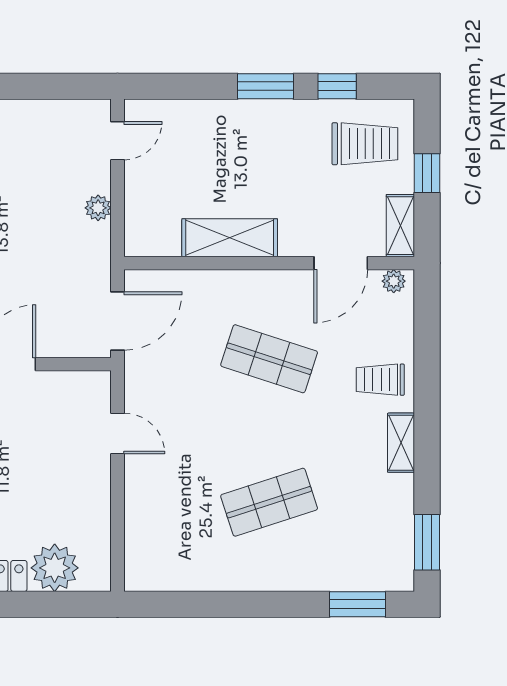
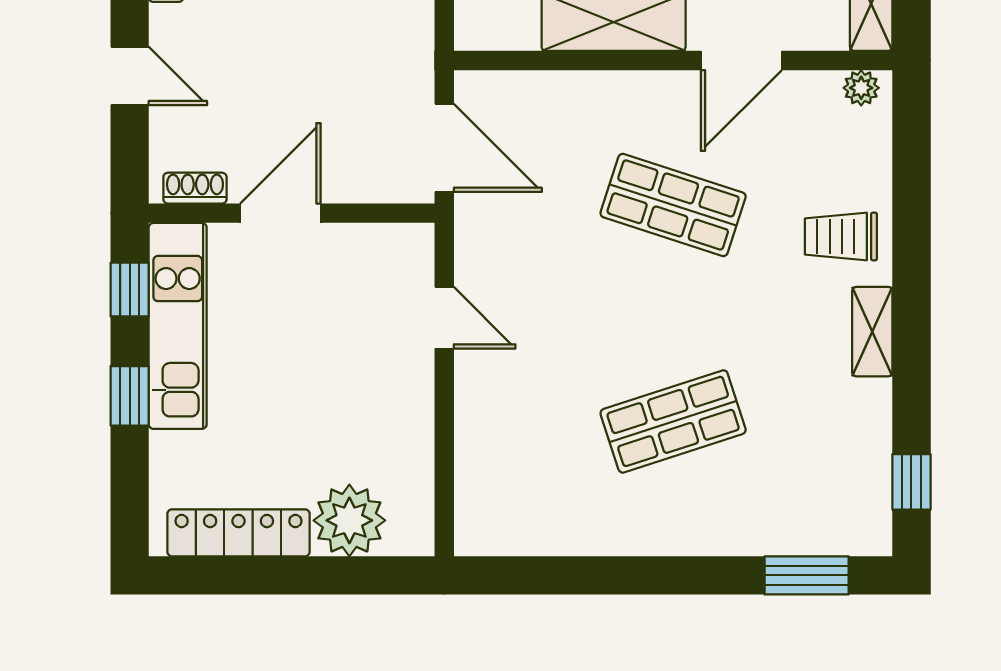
door: (341, 263) -> (741, 61), moved
door: (117, 321) -> (444, 148), hinge flipped
window: (427, 542) -> (911, 482), width x0.67

